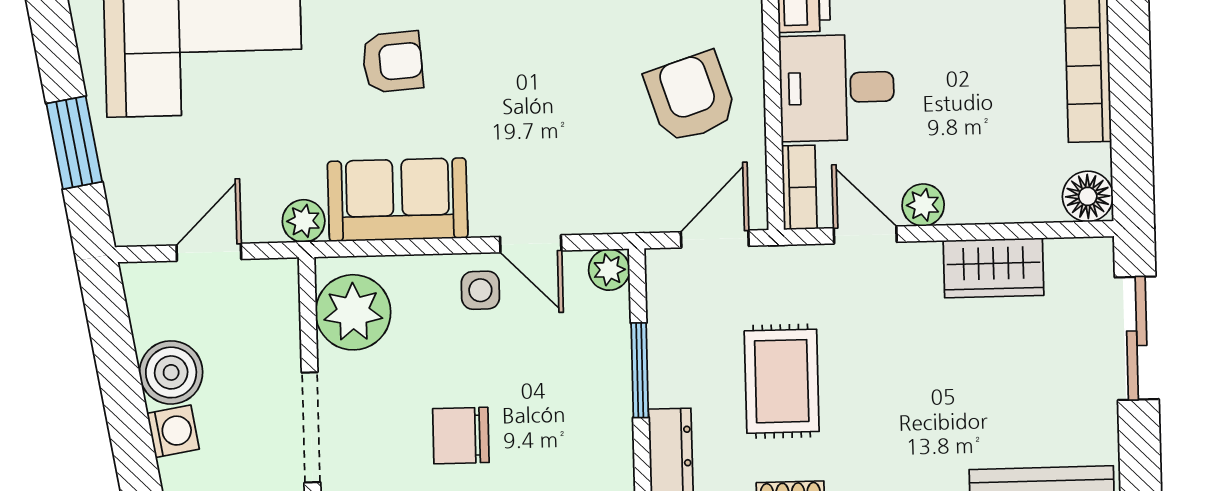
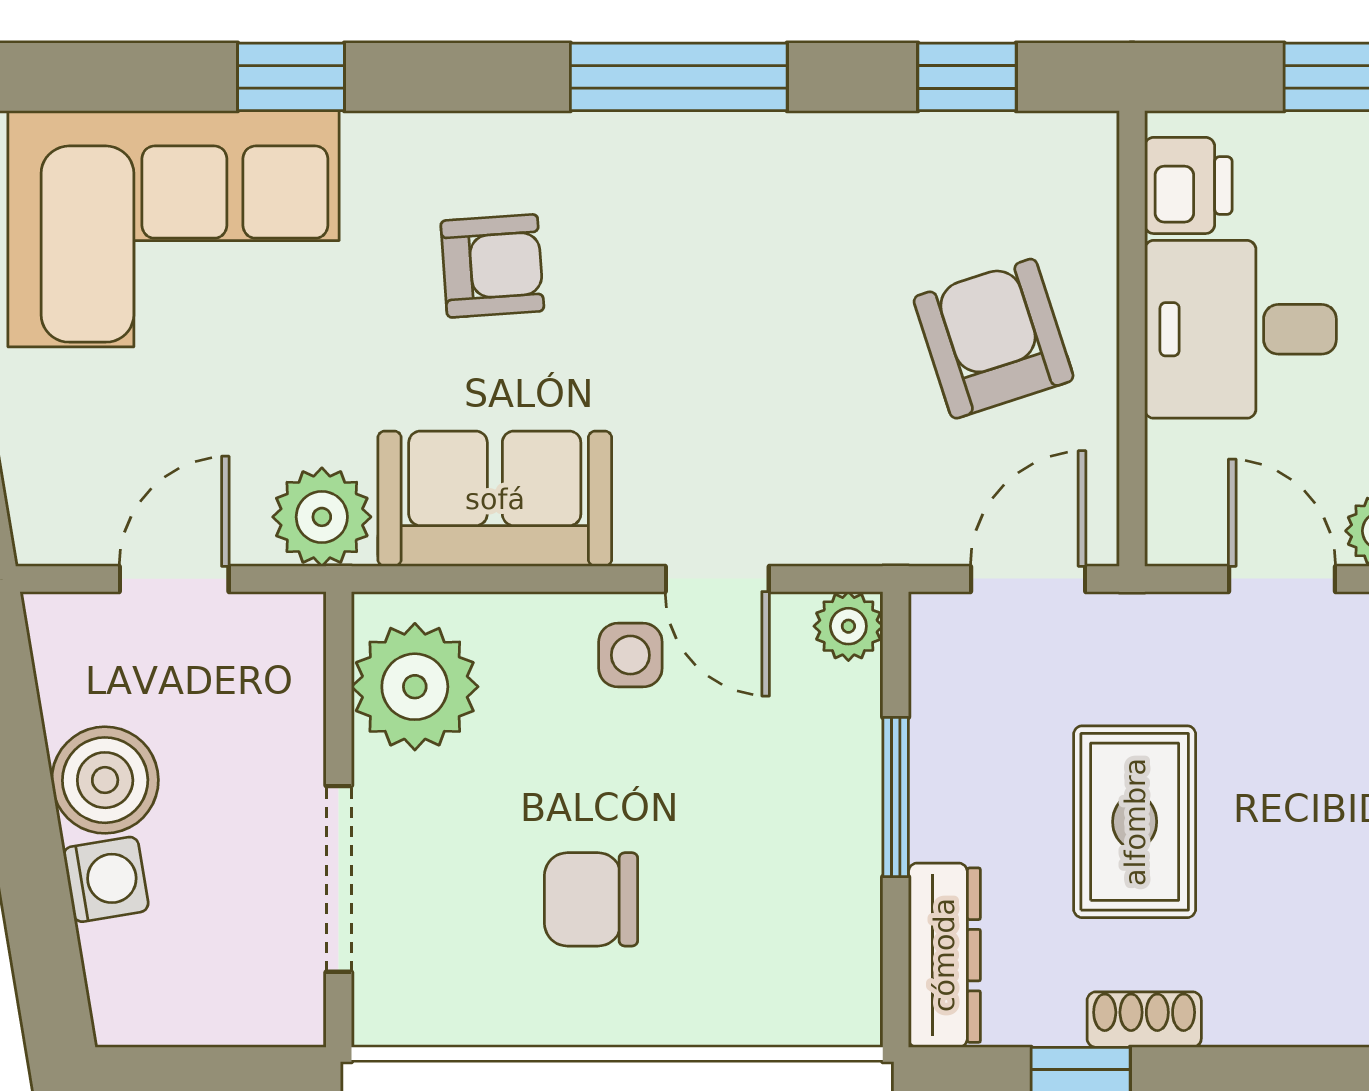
bookcase: (799, 187) -> (1173, 496), removed
plant: (304, 221) -> (322, 517), width x1.38, depth x1.38

